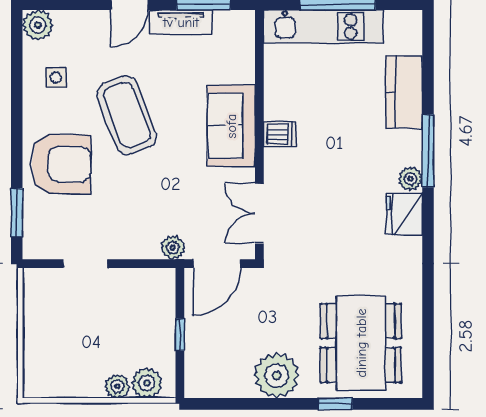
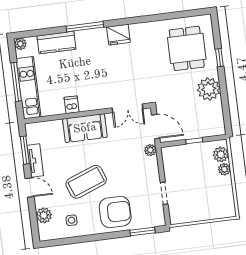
plant: (38, 25) -> (44, 215), moved
dishwasher: (280, 134) -> (72, 105), moved
armchair: (61, 164) -> (115, 212), turned 90
plant: (411, 179) -> (20, 44), moved
dining table: (361, 343) -> (187, 48), width x0.73

